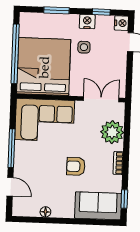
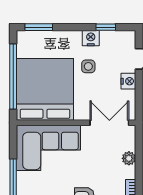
window: (56, 10) -> (39, 27), moved
nightstand: (121, 23) -> (128, 81), moved
plant: (112, 132) -> (129, 158), width x0.53, depth x0.53

